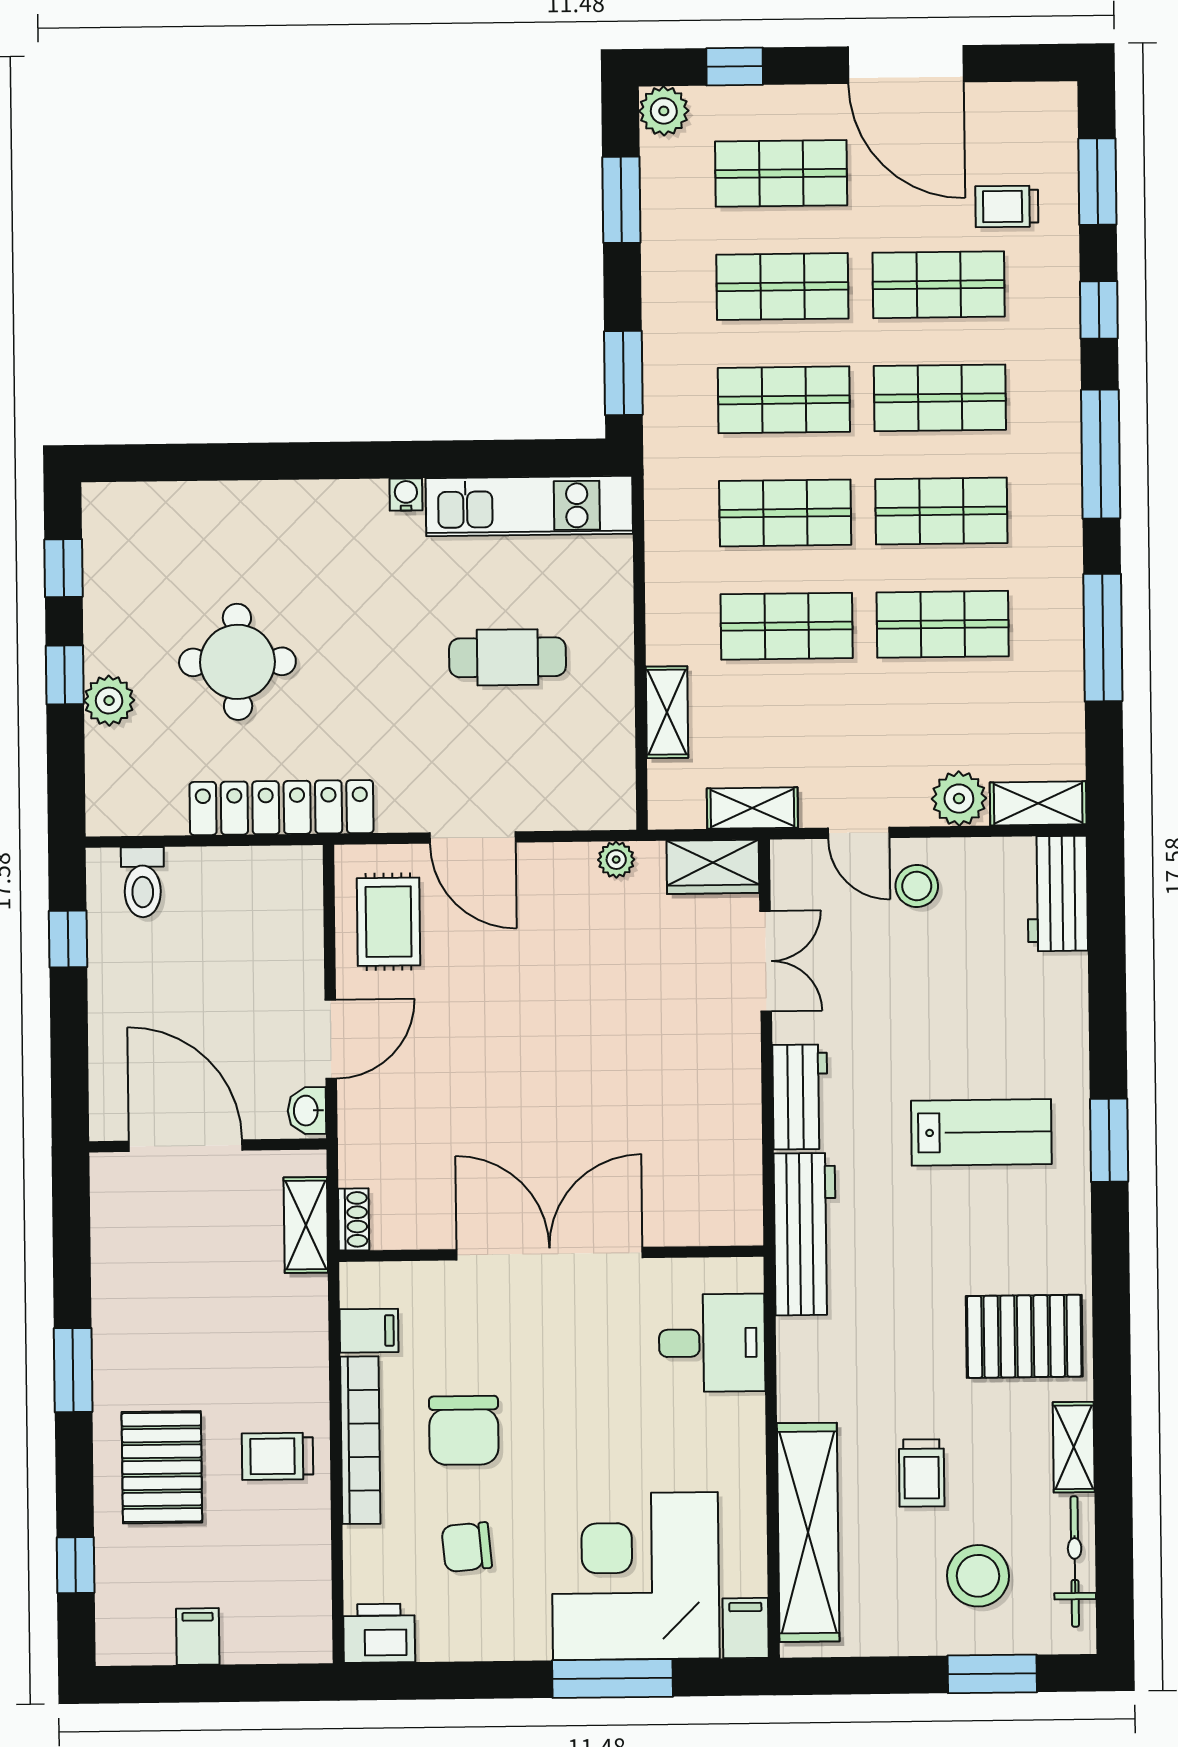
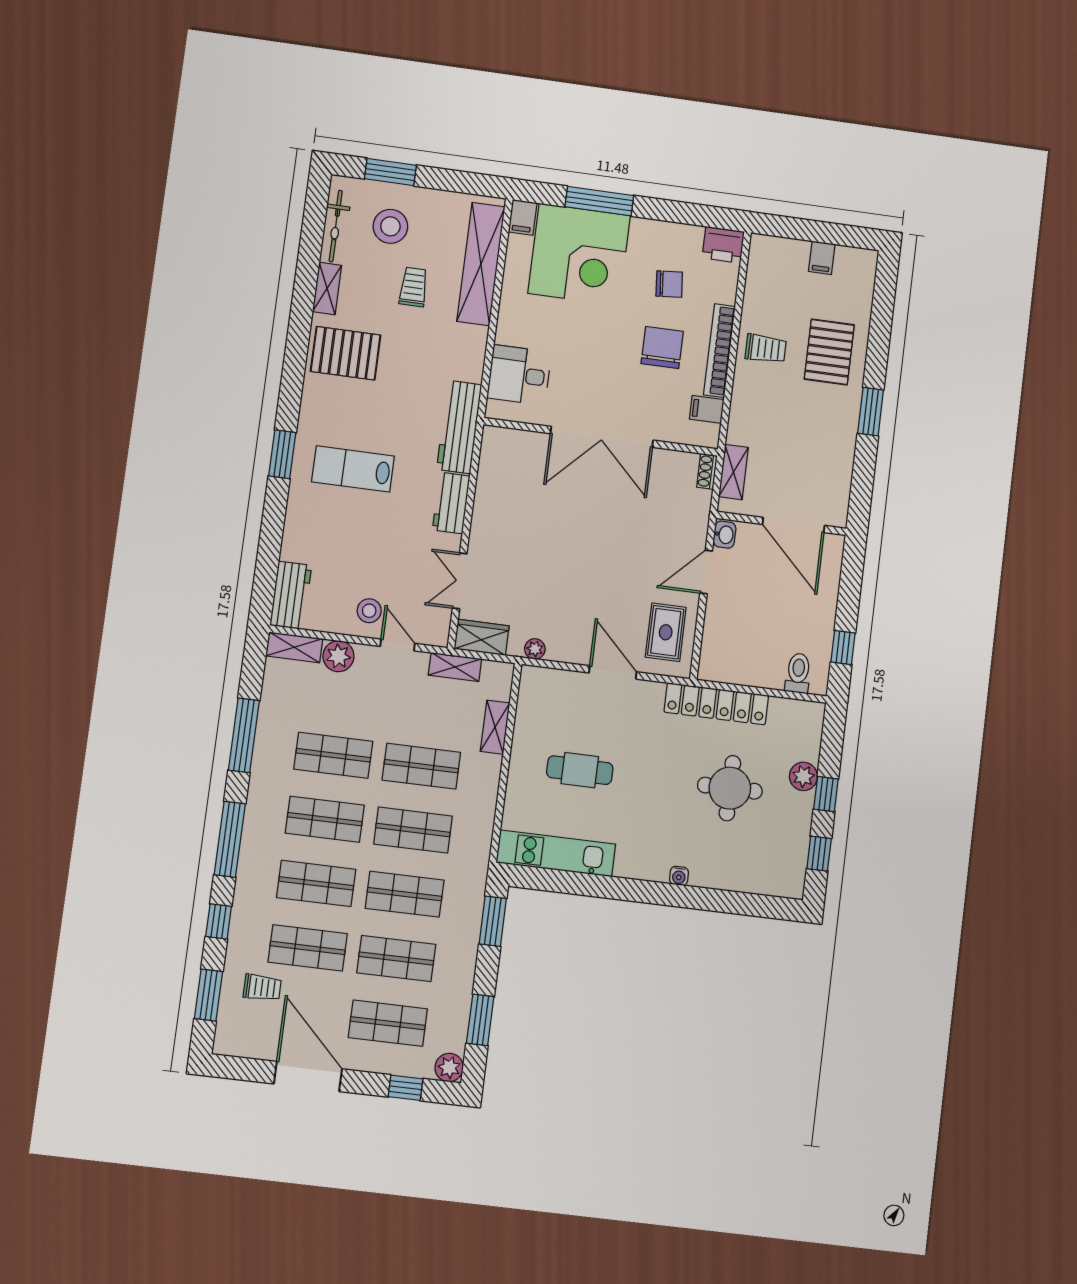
water cooler: (406, 495) -> (679, 876), moved
window: (76, 1565) -> (883, 306), removed

